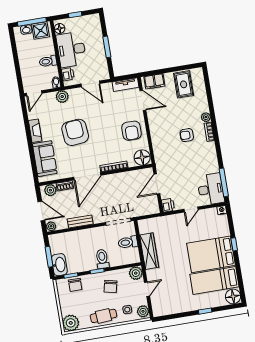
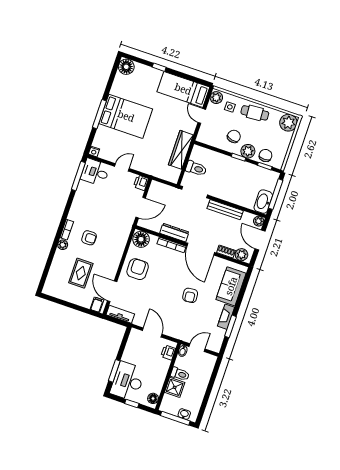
shower: (41, 31) -> (175, 387), moved
window: (107, 47) -> (114, 371), moved
desk: (71, 50) -> (128, 381), moved, turned 180
filing cabinet: (154, 81) -> (97, 305), width x0.50
rug: (184, 84) -> (81, 273), moved
door: (34, 93) -> (197, 348), moved
plant: (62, 97) -> (184, 335), removed
window: (27, 125) -> (231, 326), added
armchair: (75, 132) -> (190, 295), width x0.53, depth x0.53
door: (87, 176) -> (201, 249), swing flipped
dresser: (117, 178) -> (174, 233), added
desk: (211, 189) -> (95, 172), width x0.73
bench: (80, 221) -> (225, 210), width x1.36
window: (234, 244) -> (99, 114), width x2.17
window: (49, 257) -> (276, 194), width x1.44
toilet: (102, 259) -> (228, 166), removed
washbasin: (59, 265) -> (263, 202), moved
plant: (136, 273) -> (248, 151), moved
bed: (214, 280) -> (183, 89), moved, turned 180
door: (147, 289) -> (202, 116), hinge flipped

